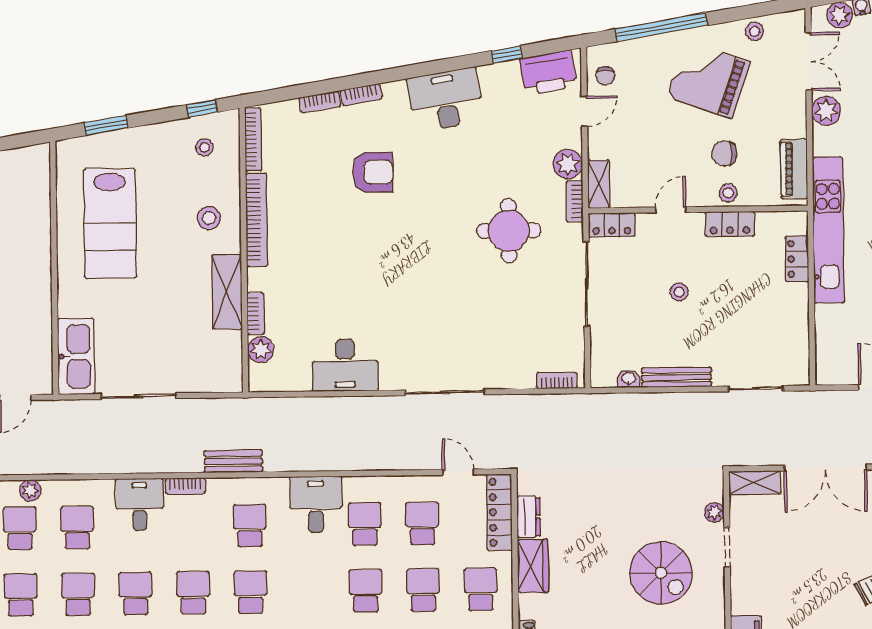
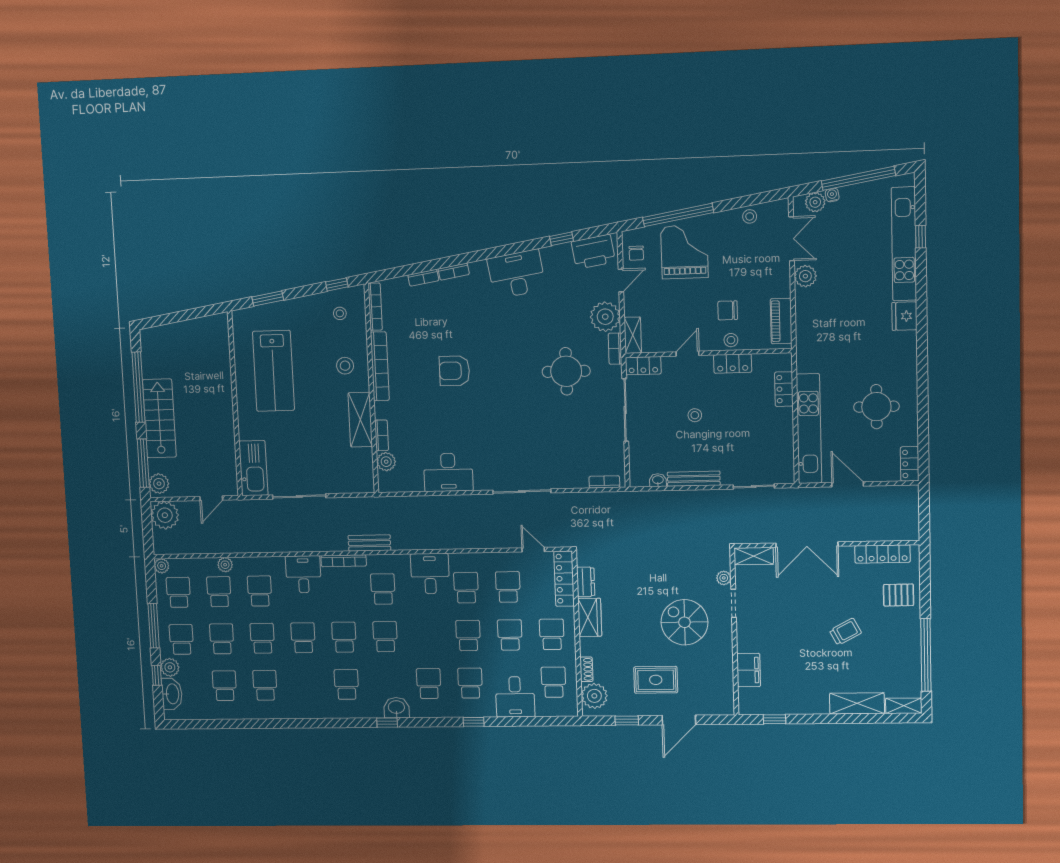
grand piano: (708, 79) -> (684, 252), moved, turned 71
plant: (568, 164) -> (605, 317), width x1.36, depth x1.36
armchair: (373, 172) -> (454, 371), moved, turned 180
kitchen unit: (828, 230) -> (809, 429), moved
bookcase: (185, 486) -> (344, 561), width x1.56
spiral stairs: (661, 573) -> (684, 622), turned 180

